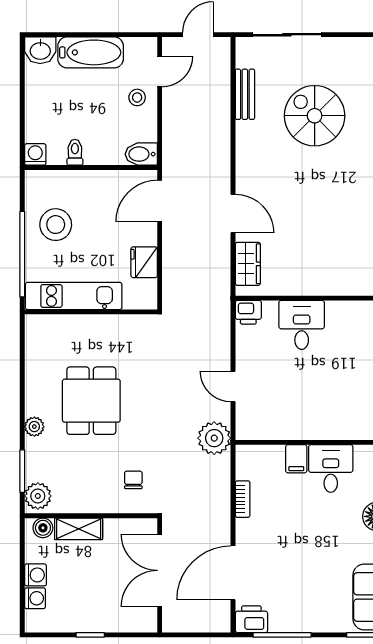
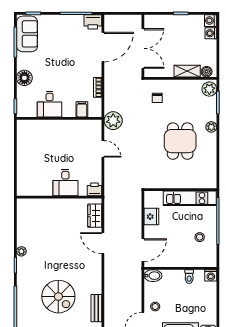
stool: (56, 225) -> (200, 237), width x0.53, depth x0.53
filing cabinet: (296, 459) -> (82, 109), moved
washing machine: (36, 575) -> (211, 21), moved

